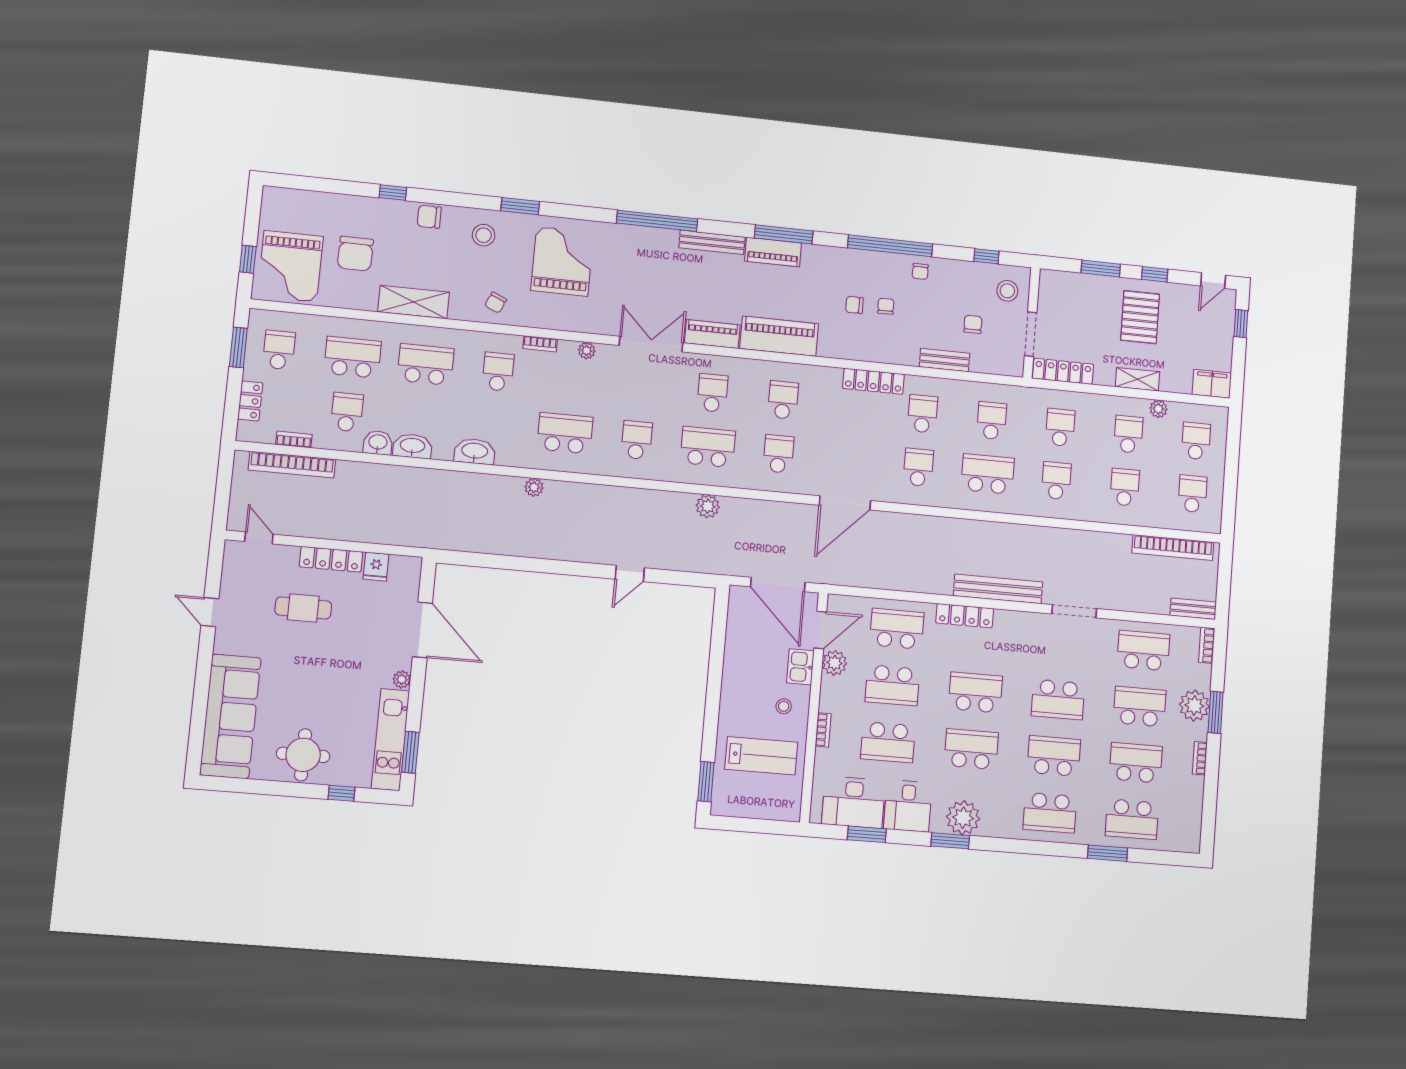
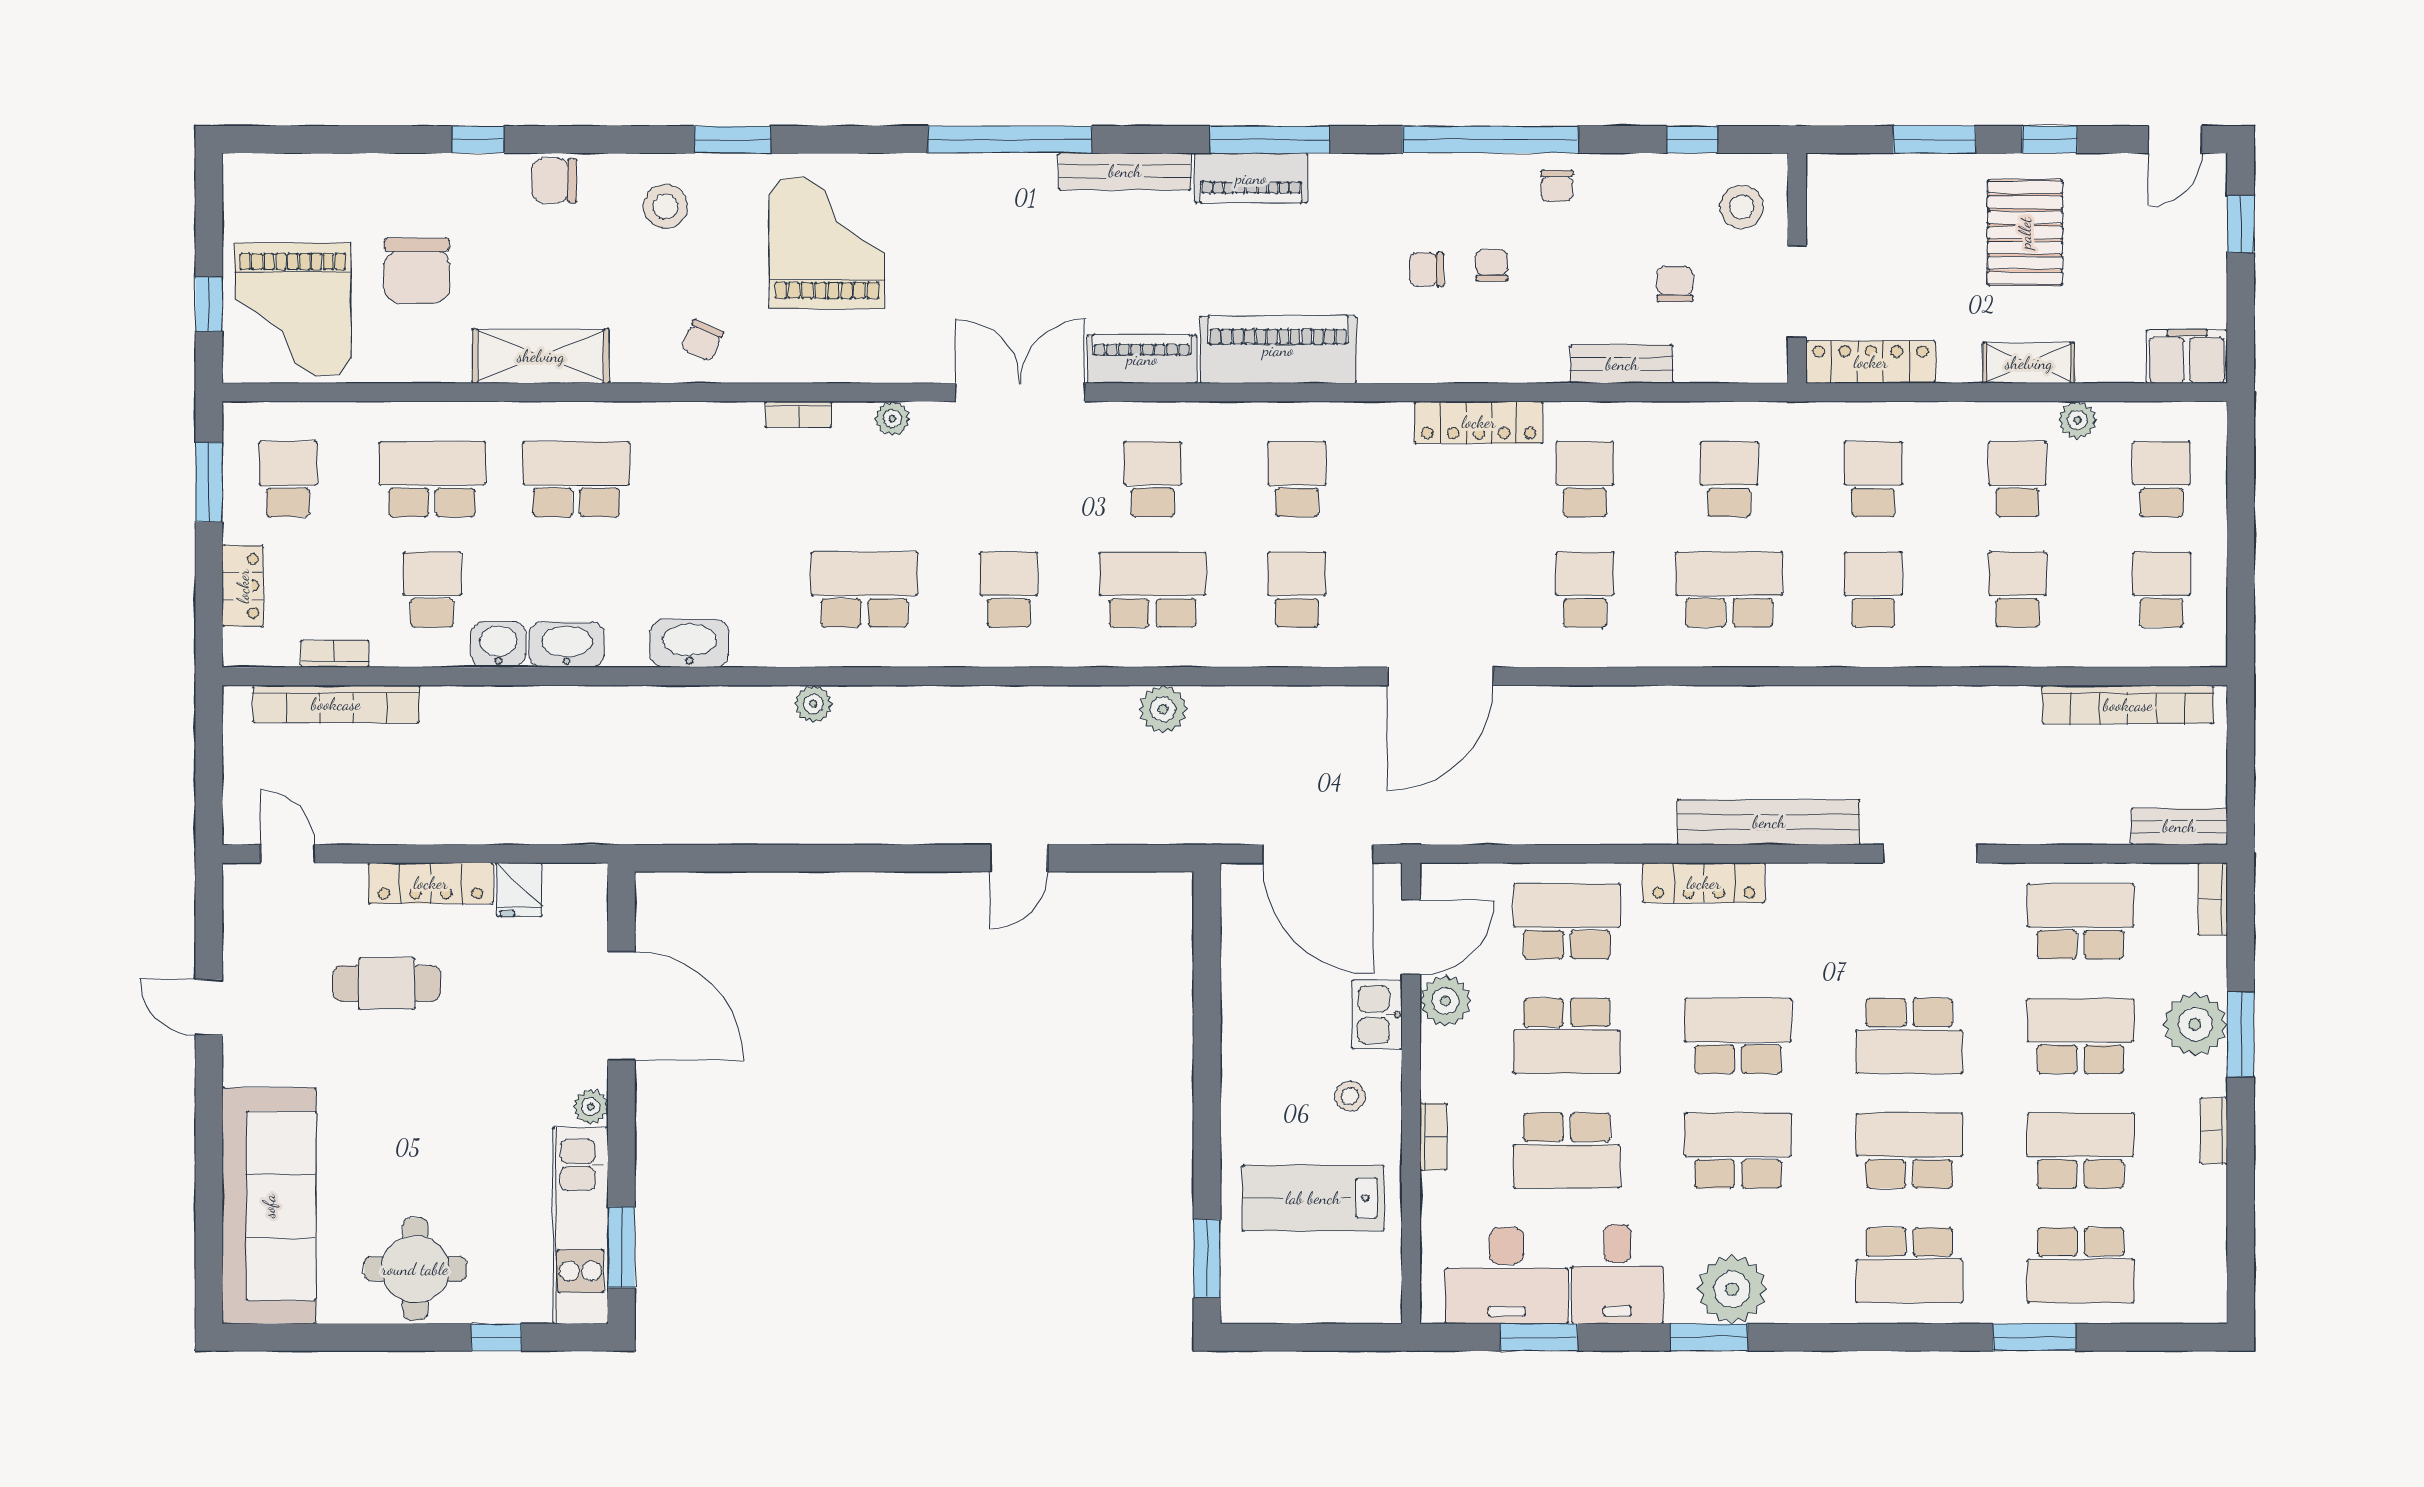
school desk: (498, 372) -> (720, 479), removed
lab bench: (761, 756) -> (1313, 1198), turned 180

